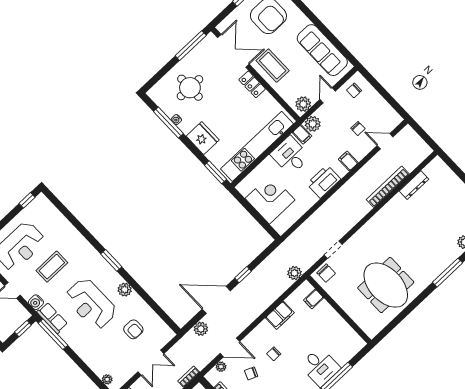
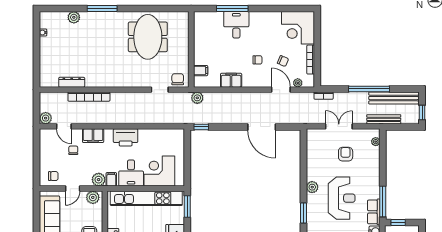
filing cabinet: (348, 161) -> (93, 136), width x2.00
corner desk: (270, 199) -> (159, 171), moved, turned 90
window: (243, 275) -> (201, 127), moved
armchair: (133, 329) -> (346, 154), moved
plant: (201, 329) -> (46, 118), moved

